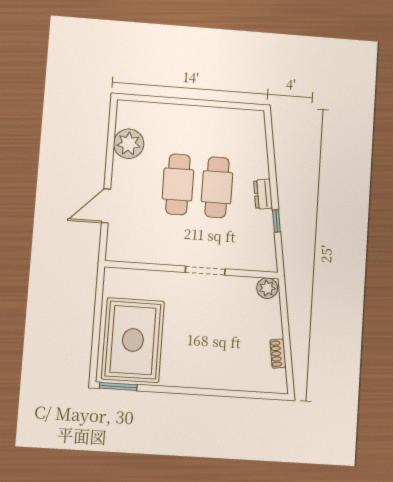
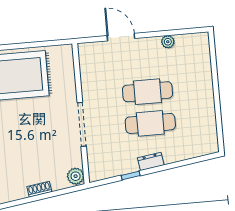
plant: (129, 144) -> (168, 42), width x0.53, depth x0.53
doorway: (205, 271) -> (82, 124), width x1.36
shoe rack: (278, 354) -> (39, 189), moved

